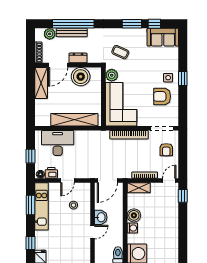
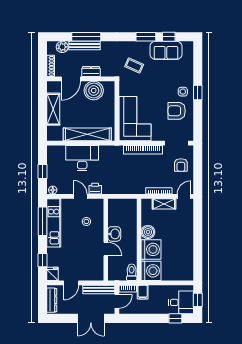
window: (73, 24) -> (86, 37), width x0.68
sofa: (163, 37) -> (166, 50), moved
plant: (112, 75) -> (125, 89), removed
shelving: (41, 83) -> (53, 109), moved
desk: (58, 143) -> (82, 158), moved
printer: (51, 173) -> (95, 189), moved
door: (67, 180) -> (80, 196), swing flipped
door: (107, 180) -> (121, 196), removed
shelving: (139, 188) -> (164, 204), moved
window: (183, 196) -> (198, 212), removed
window: (30, 205) -> (43, 221), width x1.44
washing machine: (132, 228) -> (151, 249), width x1.89, depth x1.89
door: (92, 232) -> (106, 249), hinge flipped

